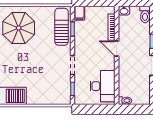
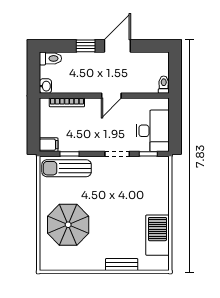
door: (117, 49) -> (111, 96), moved
desk: (103, 86) -> (153, 131), moved, turned 90

